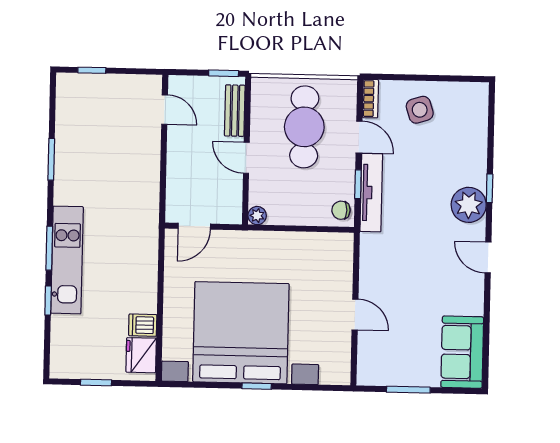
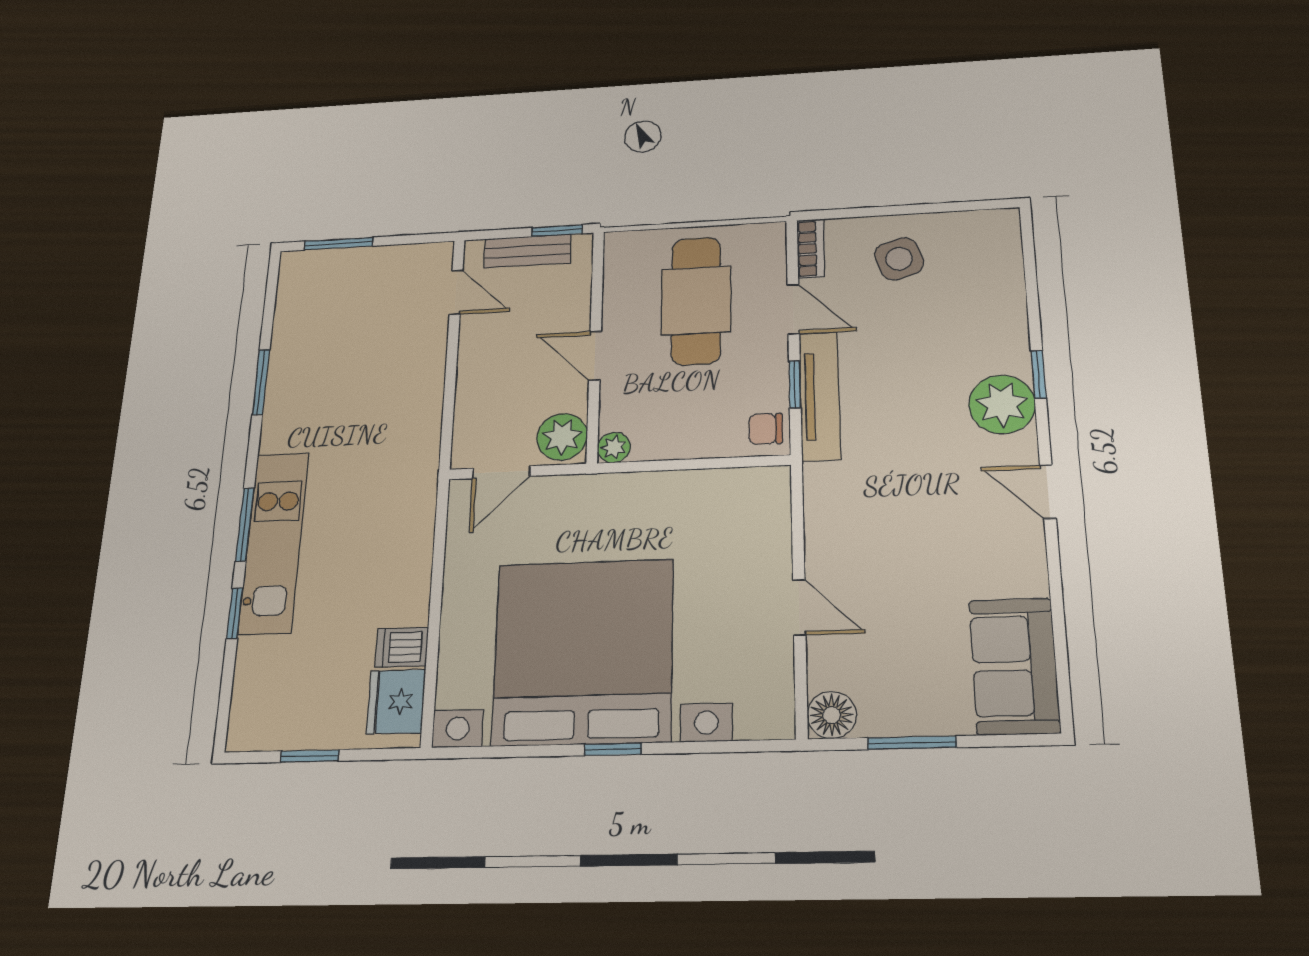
window: (92, 70) -> (339, 244), width x1.50
bench: (235, 111) -> (527, 251), moved, turned 90
plant: (228, 207) -> (562, 437), added
floor lamp: (369, 373) -> (832, 715), added

